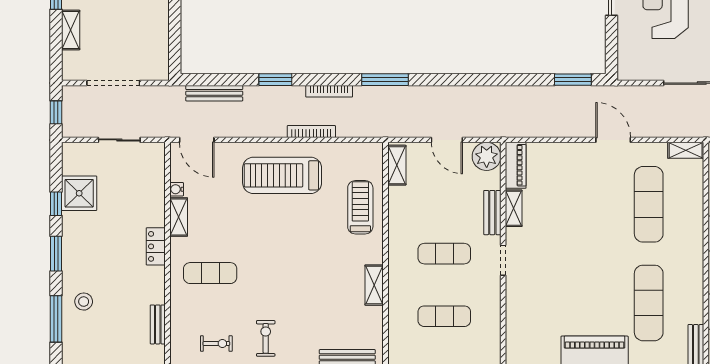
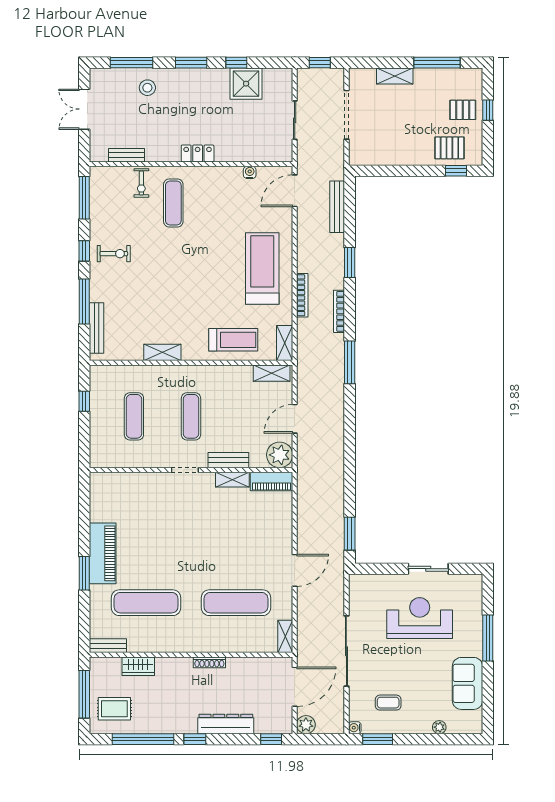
shelving: (179, 217) -> (285, 343), moved, turned 90
exercise bike: (216, 344) -> (141, 183), moved

